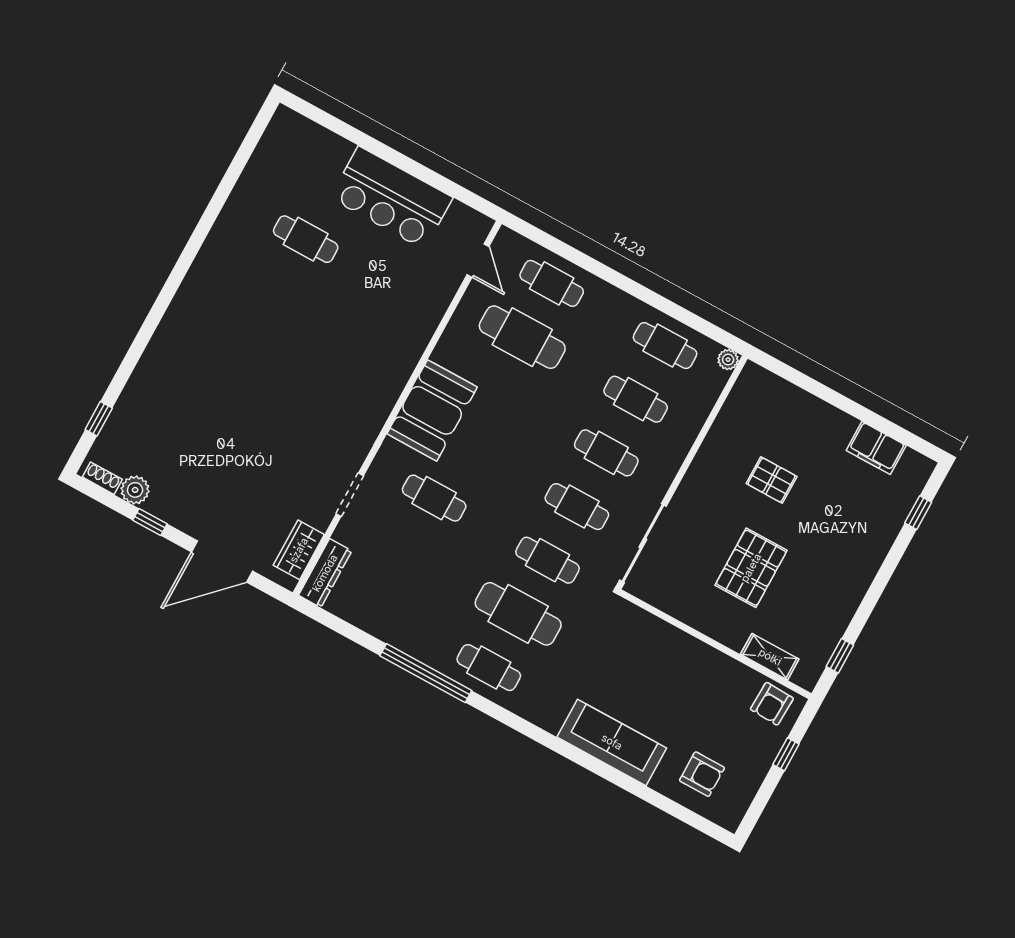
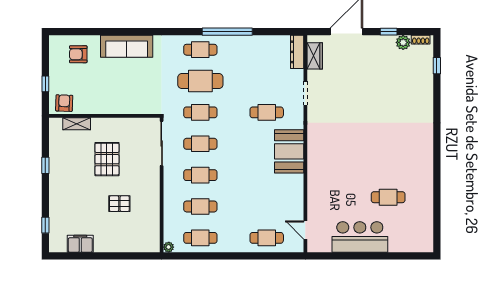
cafe table: (522, 337) -> (267, 206), removed
window: (840, 656) -> (45, 165), moved

